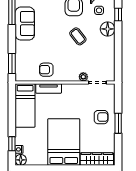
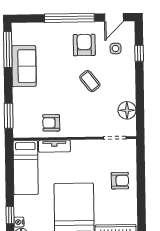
floor lamp: (108, 29) -> (127, 110), moved
plant: (83, 77) -> (97, 131), removed
window: (118, 123) -> (141, 188), removed

